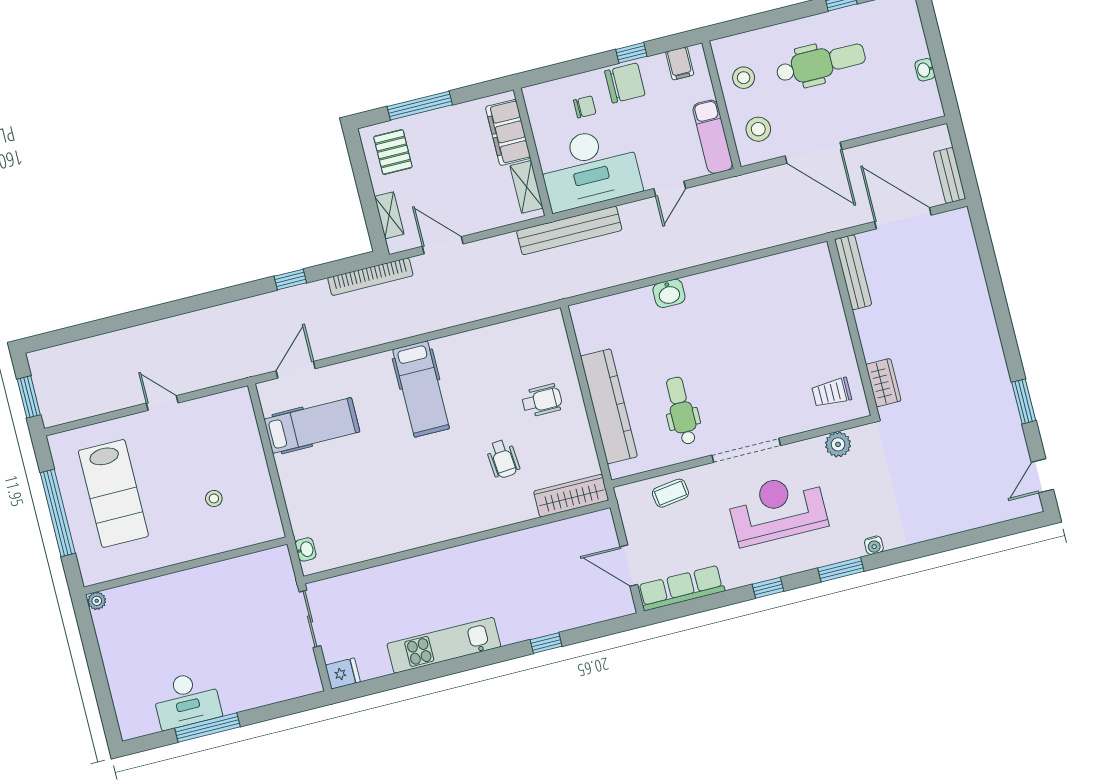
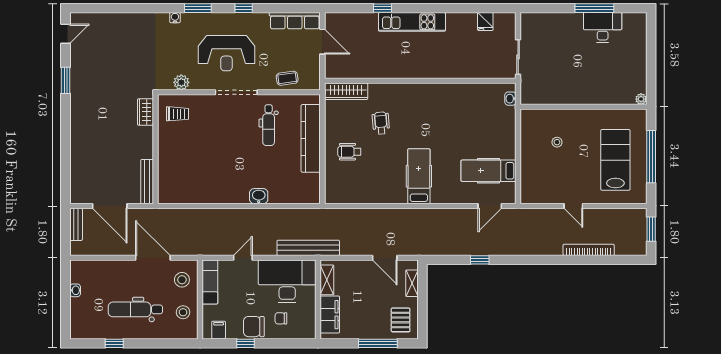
bookcase: (370, 277) -> (589, 250), moved
kitchen unit: (444, 645) -> (412, 22), moved
fridge: (343, 673) -> (485, 22), moved, turned -90

